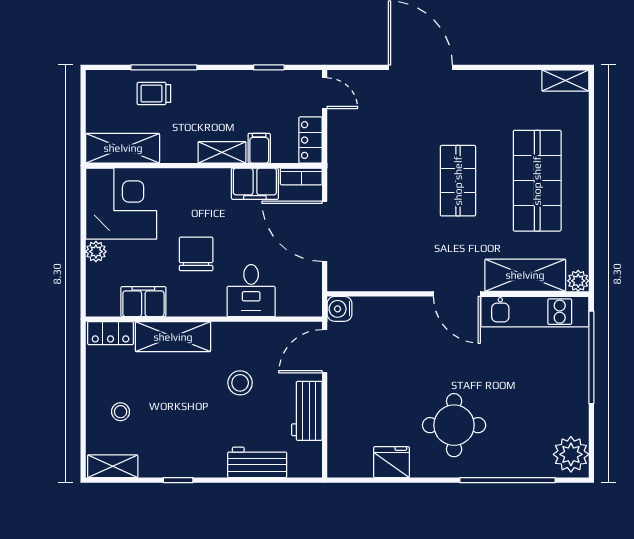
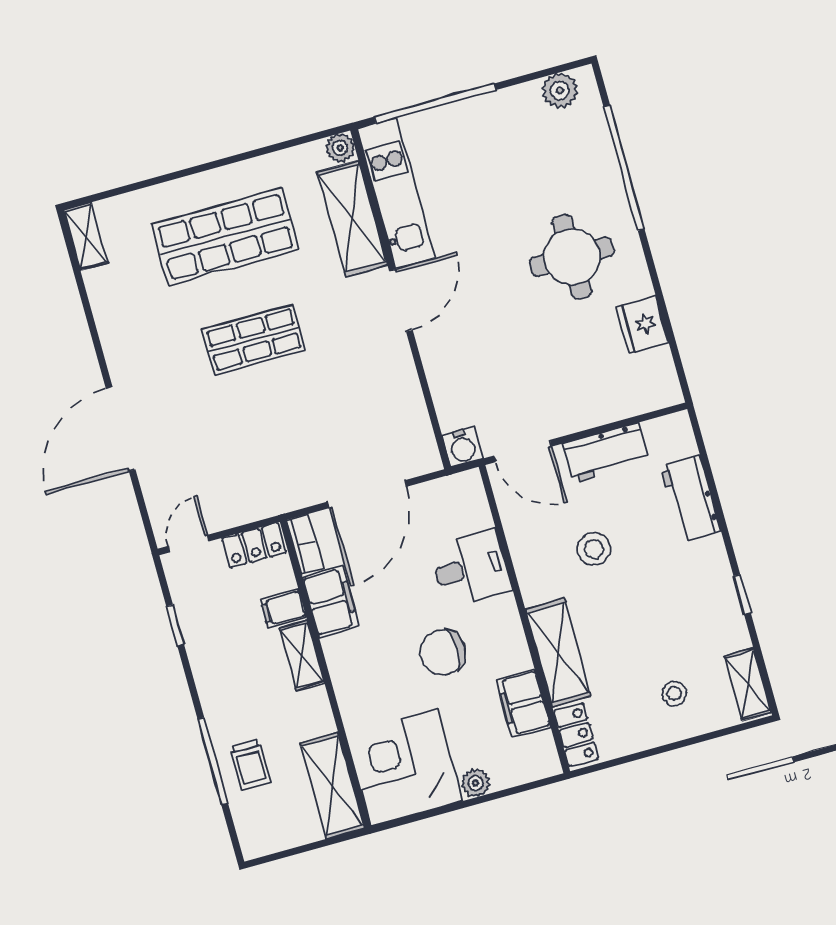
plant: (571, 454) -> (560, 90), width x0.73, depth x0.73

